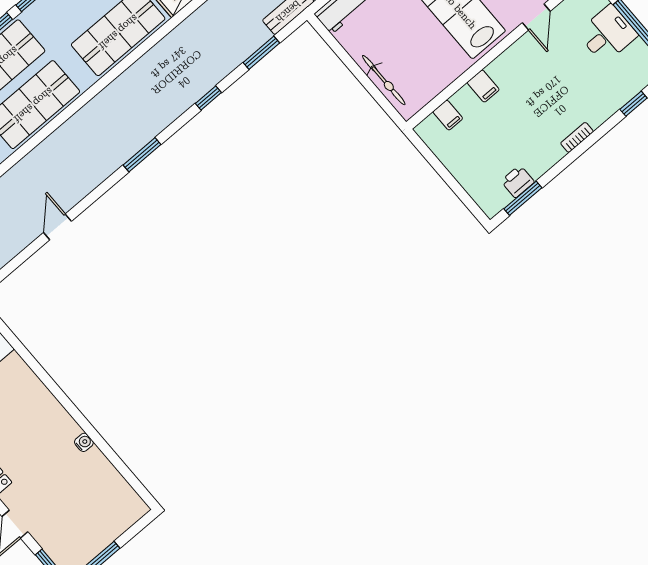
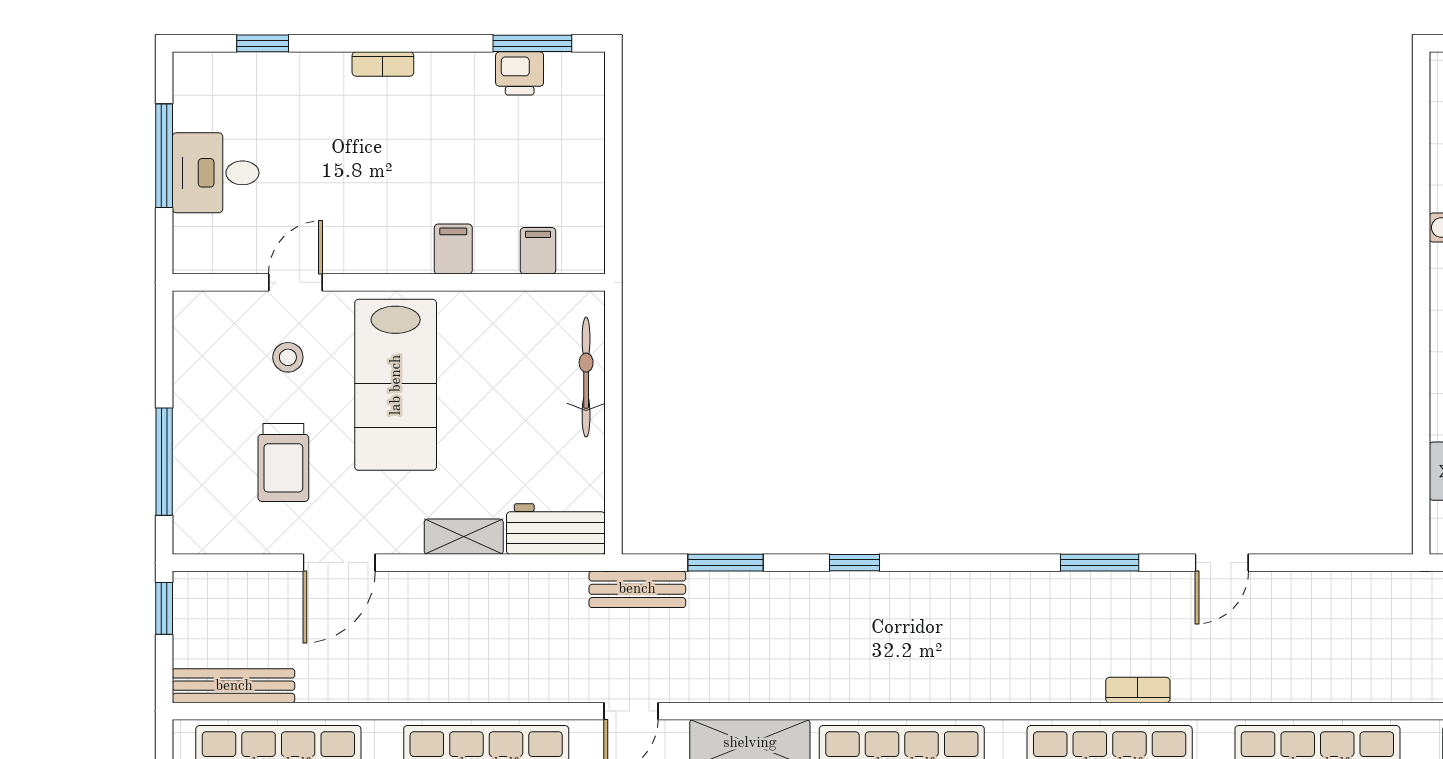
bookcase: (47, 145) -> (1138, 690), added
window: (142, 155) -> (1100, 563), moved

